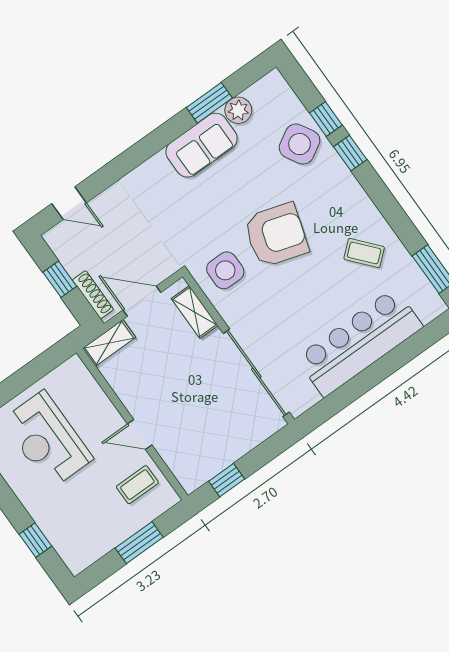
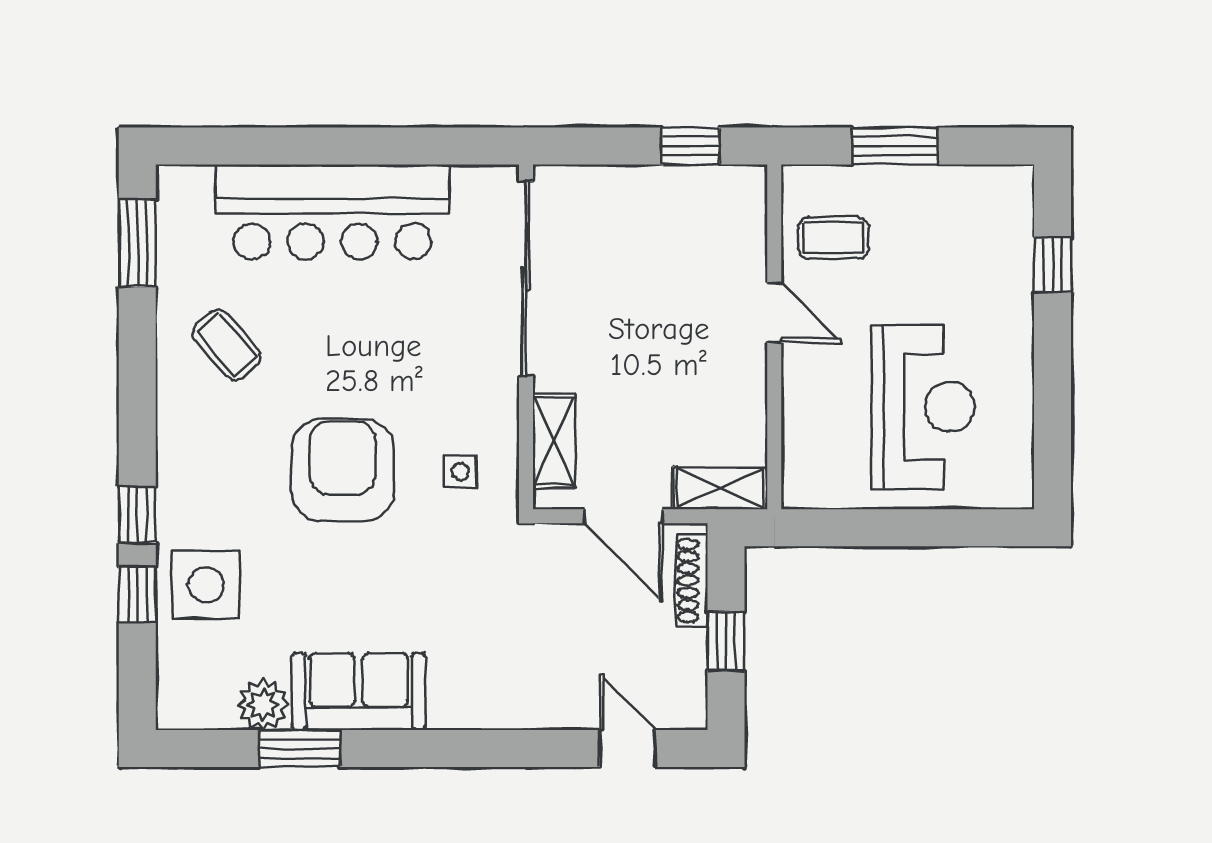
side table: (300, 144) -> (206, 585), turned 30
armchair: (276, 235) -> (343, 470), turned 73
side table: (225, 270) -> (460, 472), width x0.54, depth x0.54

